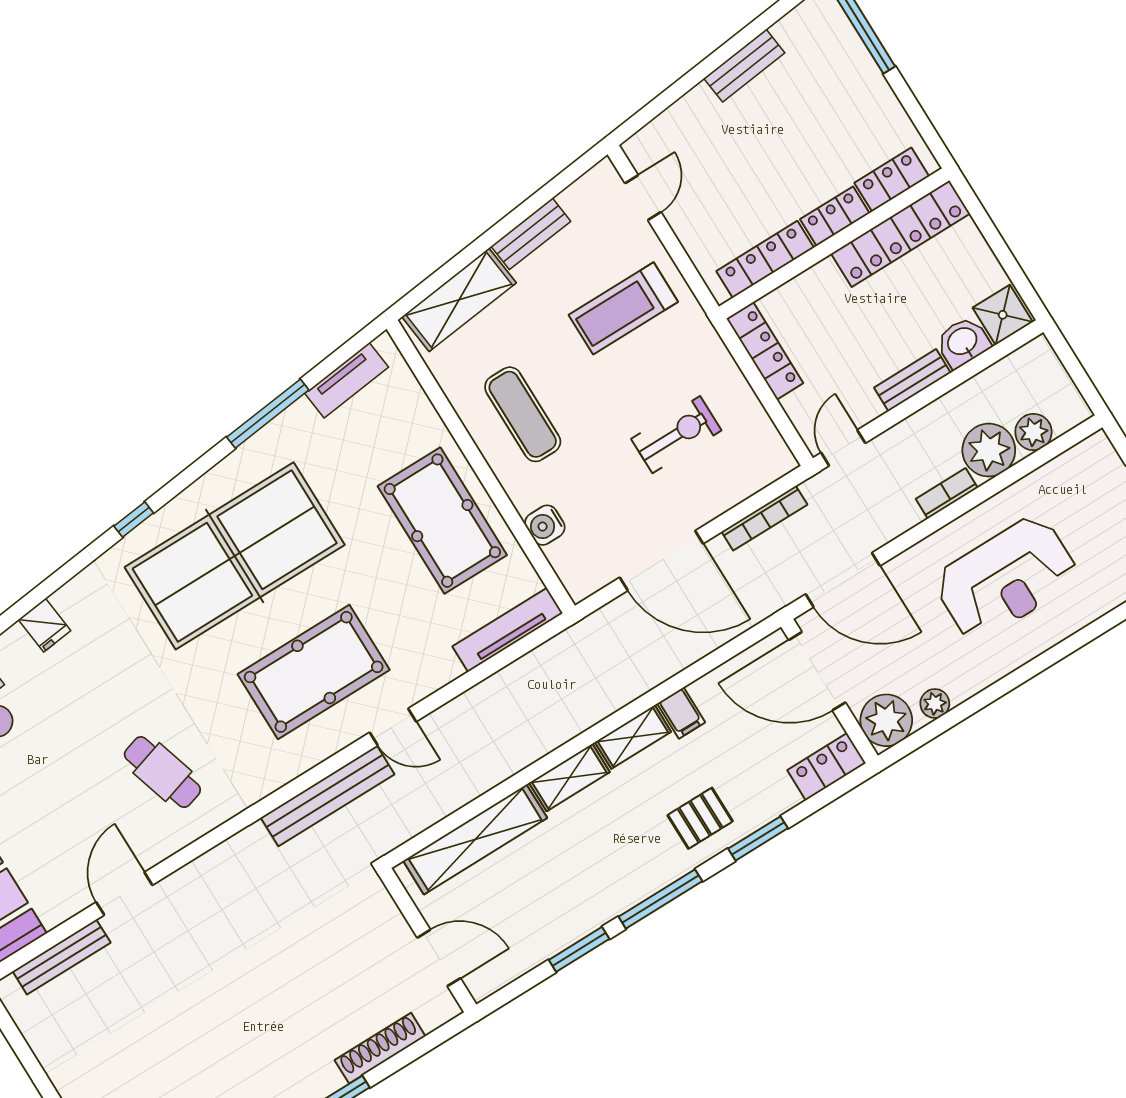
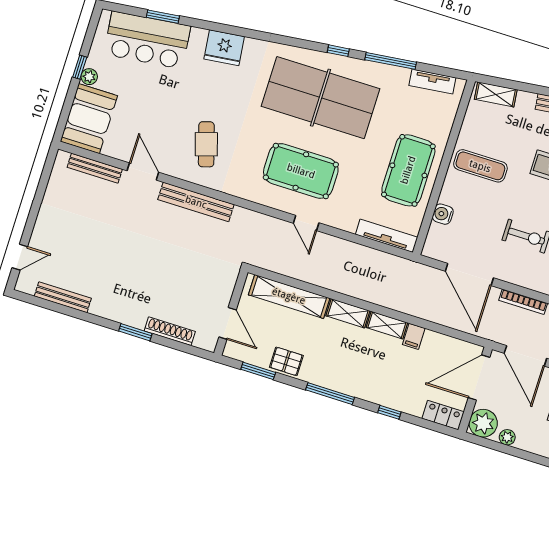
shelving: (459, 300) -> (496, 94), width x0.67, depth x0.75
exercise mat: (523, 414) -> (480, 166), turned 90
window: (134, 519) -> (338, 51), moved
fridge: (44, 625) -> (224, 48), width x1.88, depth x1.34
door: (817, 671) -> (479, 377), hinge flipped
bench: (328, 796) -> (196, 202), moved
pallet: (700, 818) -> (286, 361), moved
window: (758, 838) -> (389, 412), width x0.67
door: (124, 894) -> (143, 172), hinge flipped
window: (579, 949) -> (258, 371), moved

